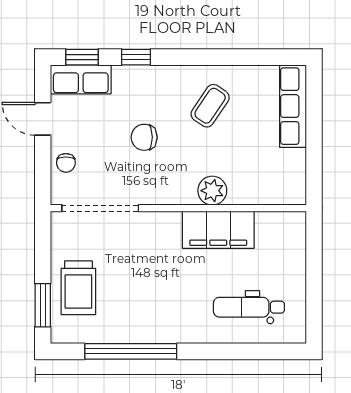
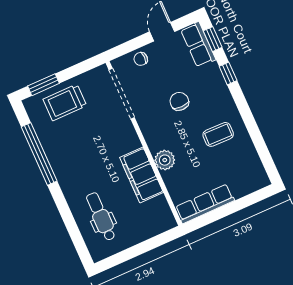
coffee table: (210, 106) -> (218, 134), turned -33
row of seats: (293, 106) -> (205, 204), moved

